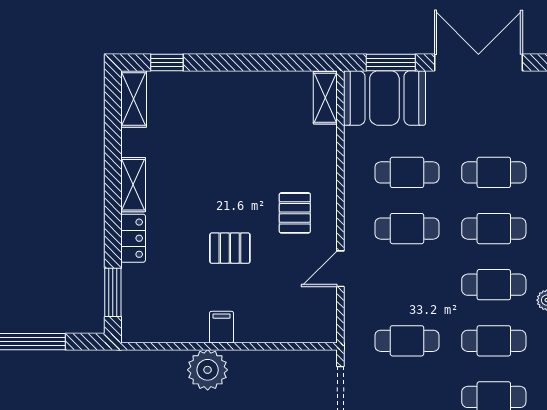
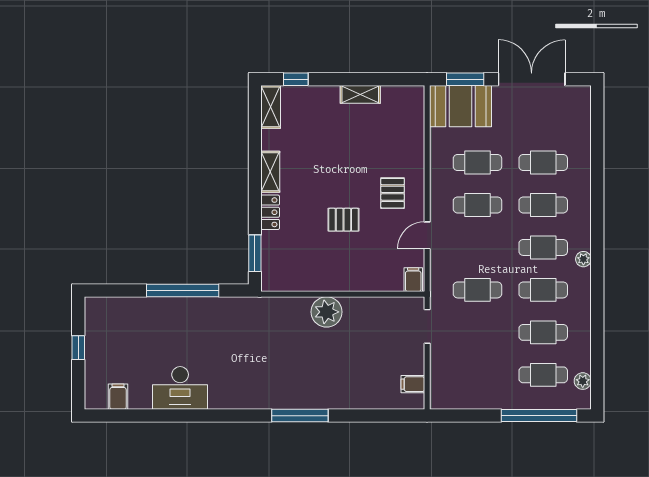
shelving: (325, 98) -> (360, 94), moved, turned 90
filing cabinet: (222, 327) -> (413, 280), moved

